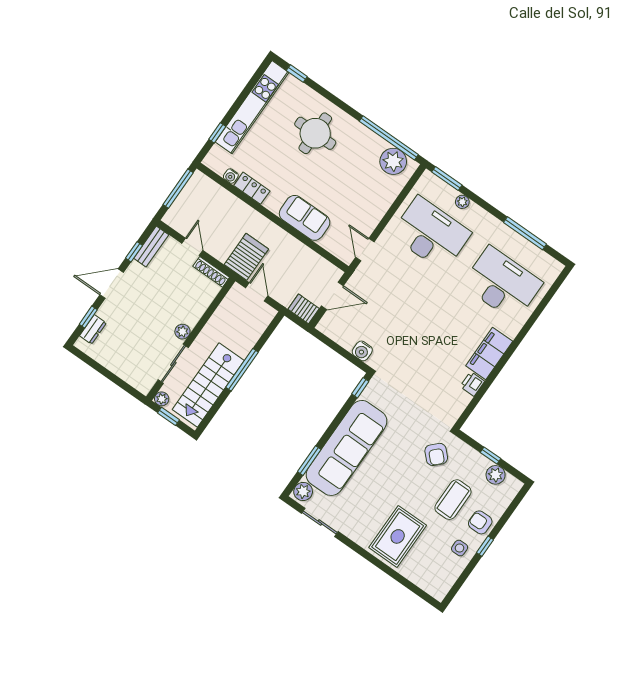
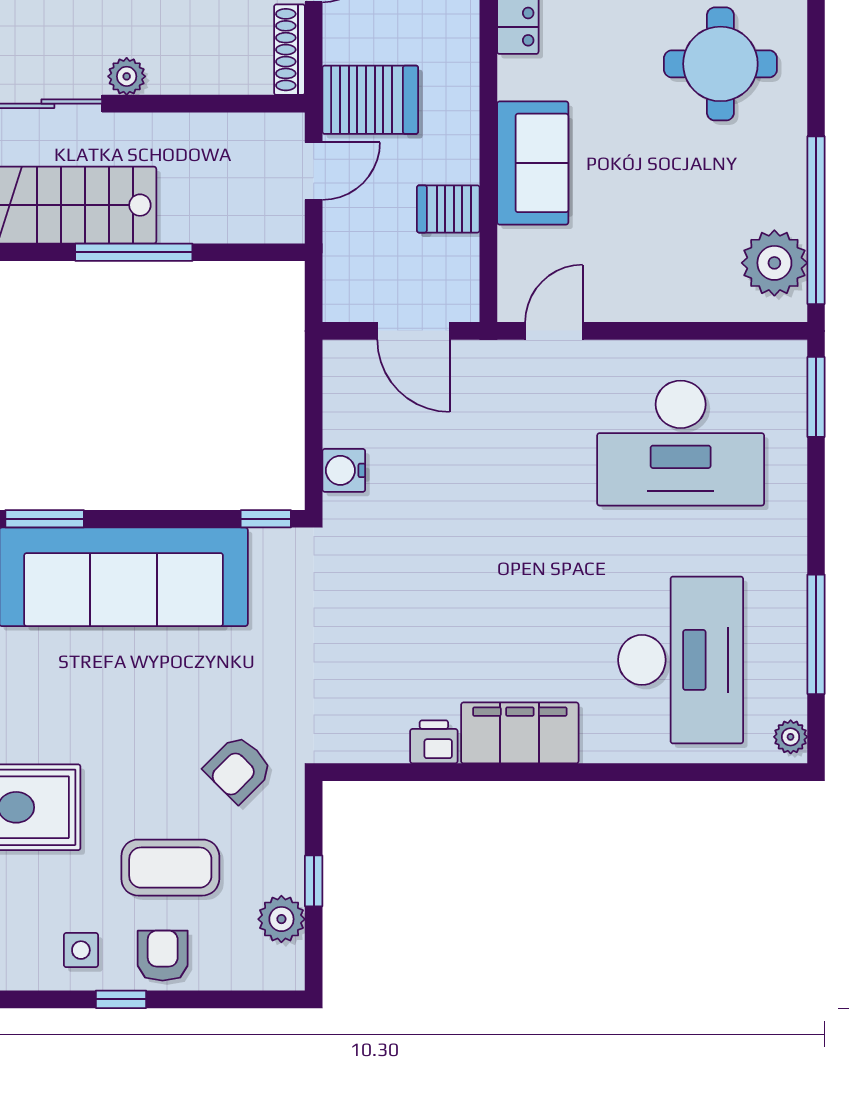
plant: (462, 202) -> (791, 737), moved
desk: (431, 234) -> (681, 443), turned 90
server rack: (304, 309) -> (448, 209), moved, turned -90

